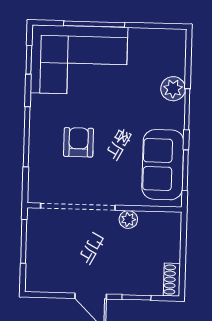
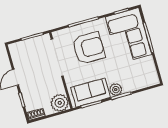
plant: (173, 89) -> (116, 90), moved
armchair: (79, 142) -> (89, 48), width x1.88, depth x1.88
plant: (128, 219) -> (60, 103), moved, width x1.88, depth x1.88

